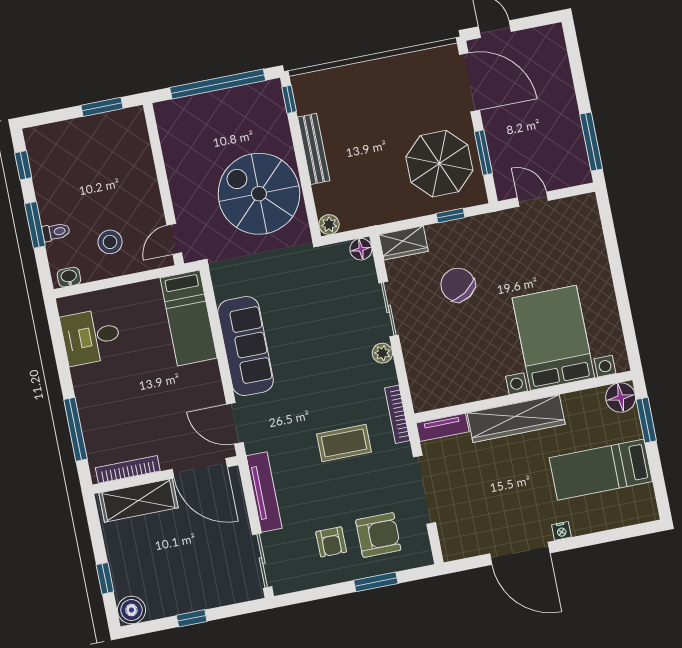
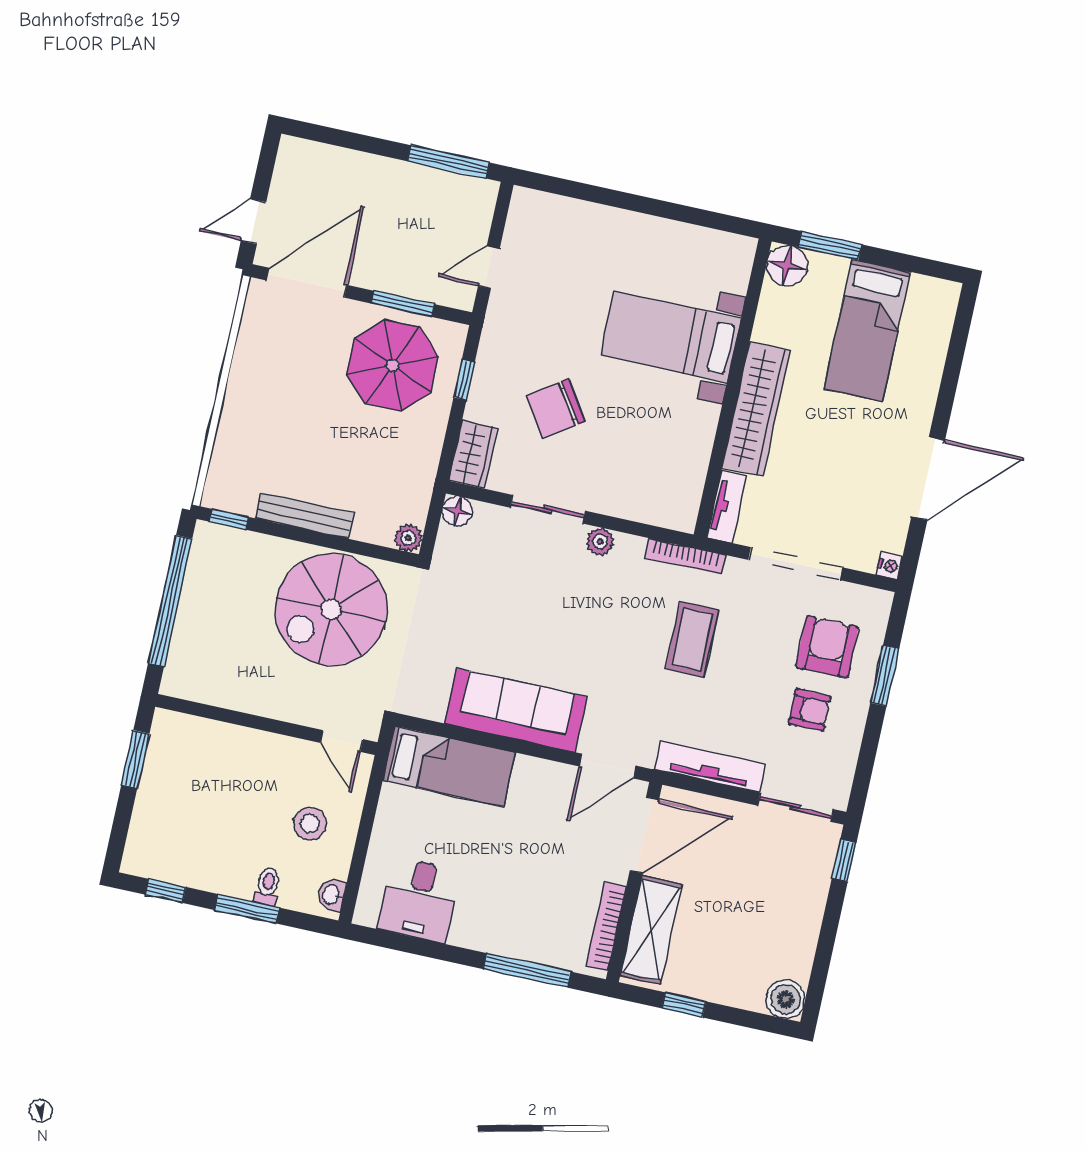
bed with nightstands: (553, 338) -> (671, 337), width x0.73
nightstand: (561, 531) -> (889, 566), moved
window: (105, 578) -> (684, 1005), moved
window: (192, 618) -> (844, 861), moved

